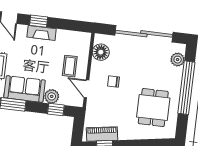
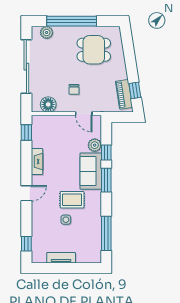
window: (39, 21) -> (26, 133), moved
coffee table: (70, 66) -> (65, 132), removed
door: (86, 89) -> (84, 114), hinge flipped
window: (56, 109) -> (106, 153), moved

